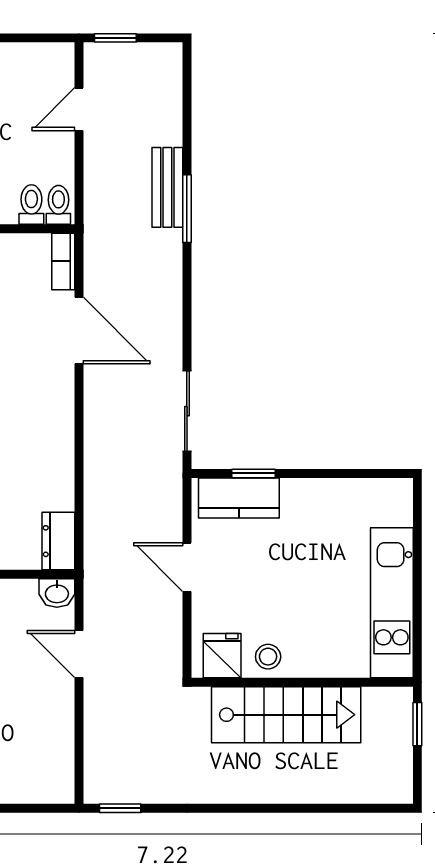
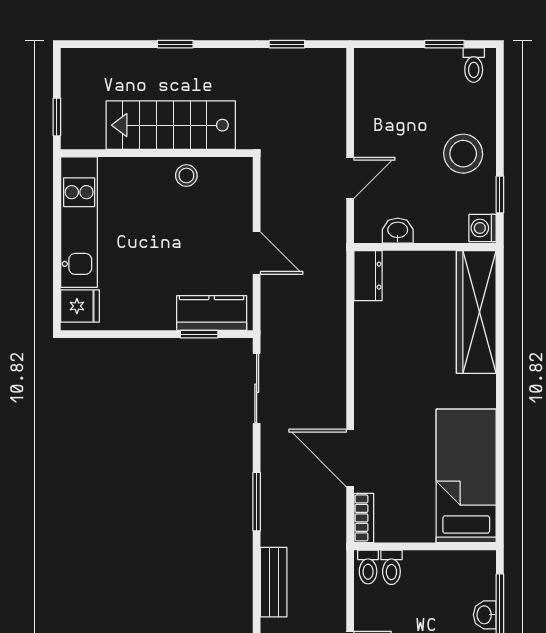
window: (187, 209) -> (257, 502), moved
washbasin: (57, 593) -> (398, 231), moved
door: (79, 654) -> (350, 178), hinge flipped
fridge: (222, 656) -> (80, 306), moved, turned -90
window: (120, 808) -> (287, 44), moved
window: (281, 808) -> (175, 44), added

